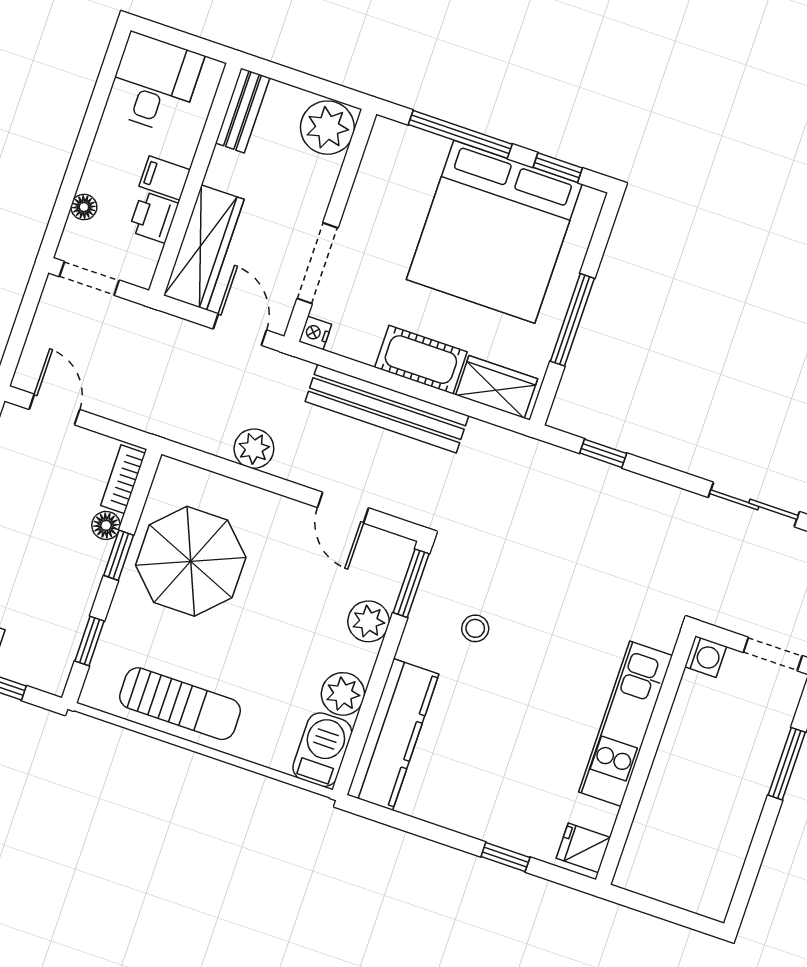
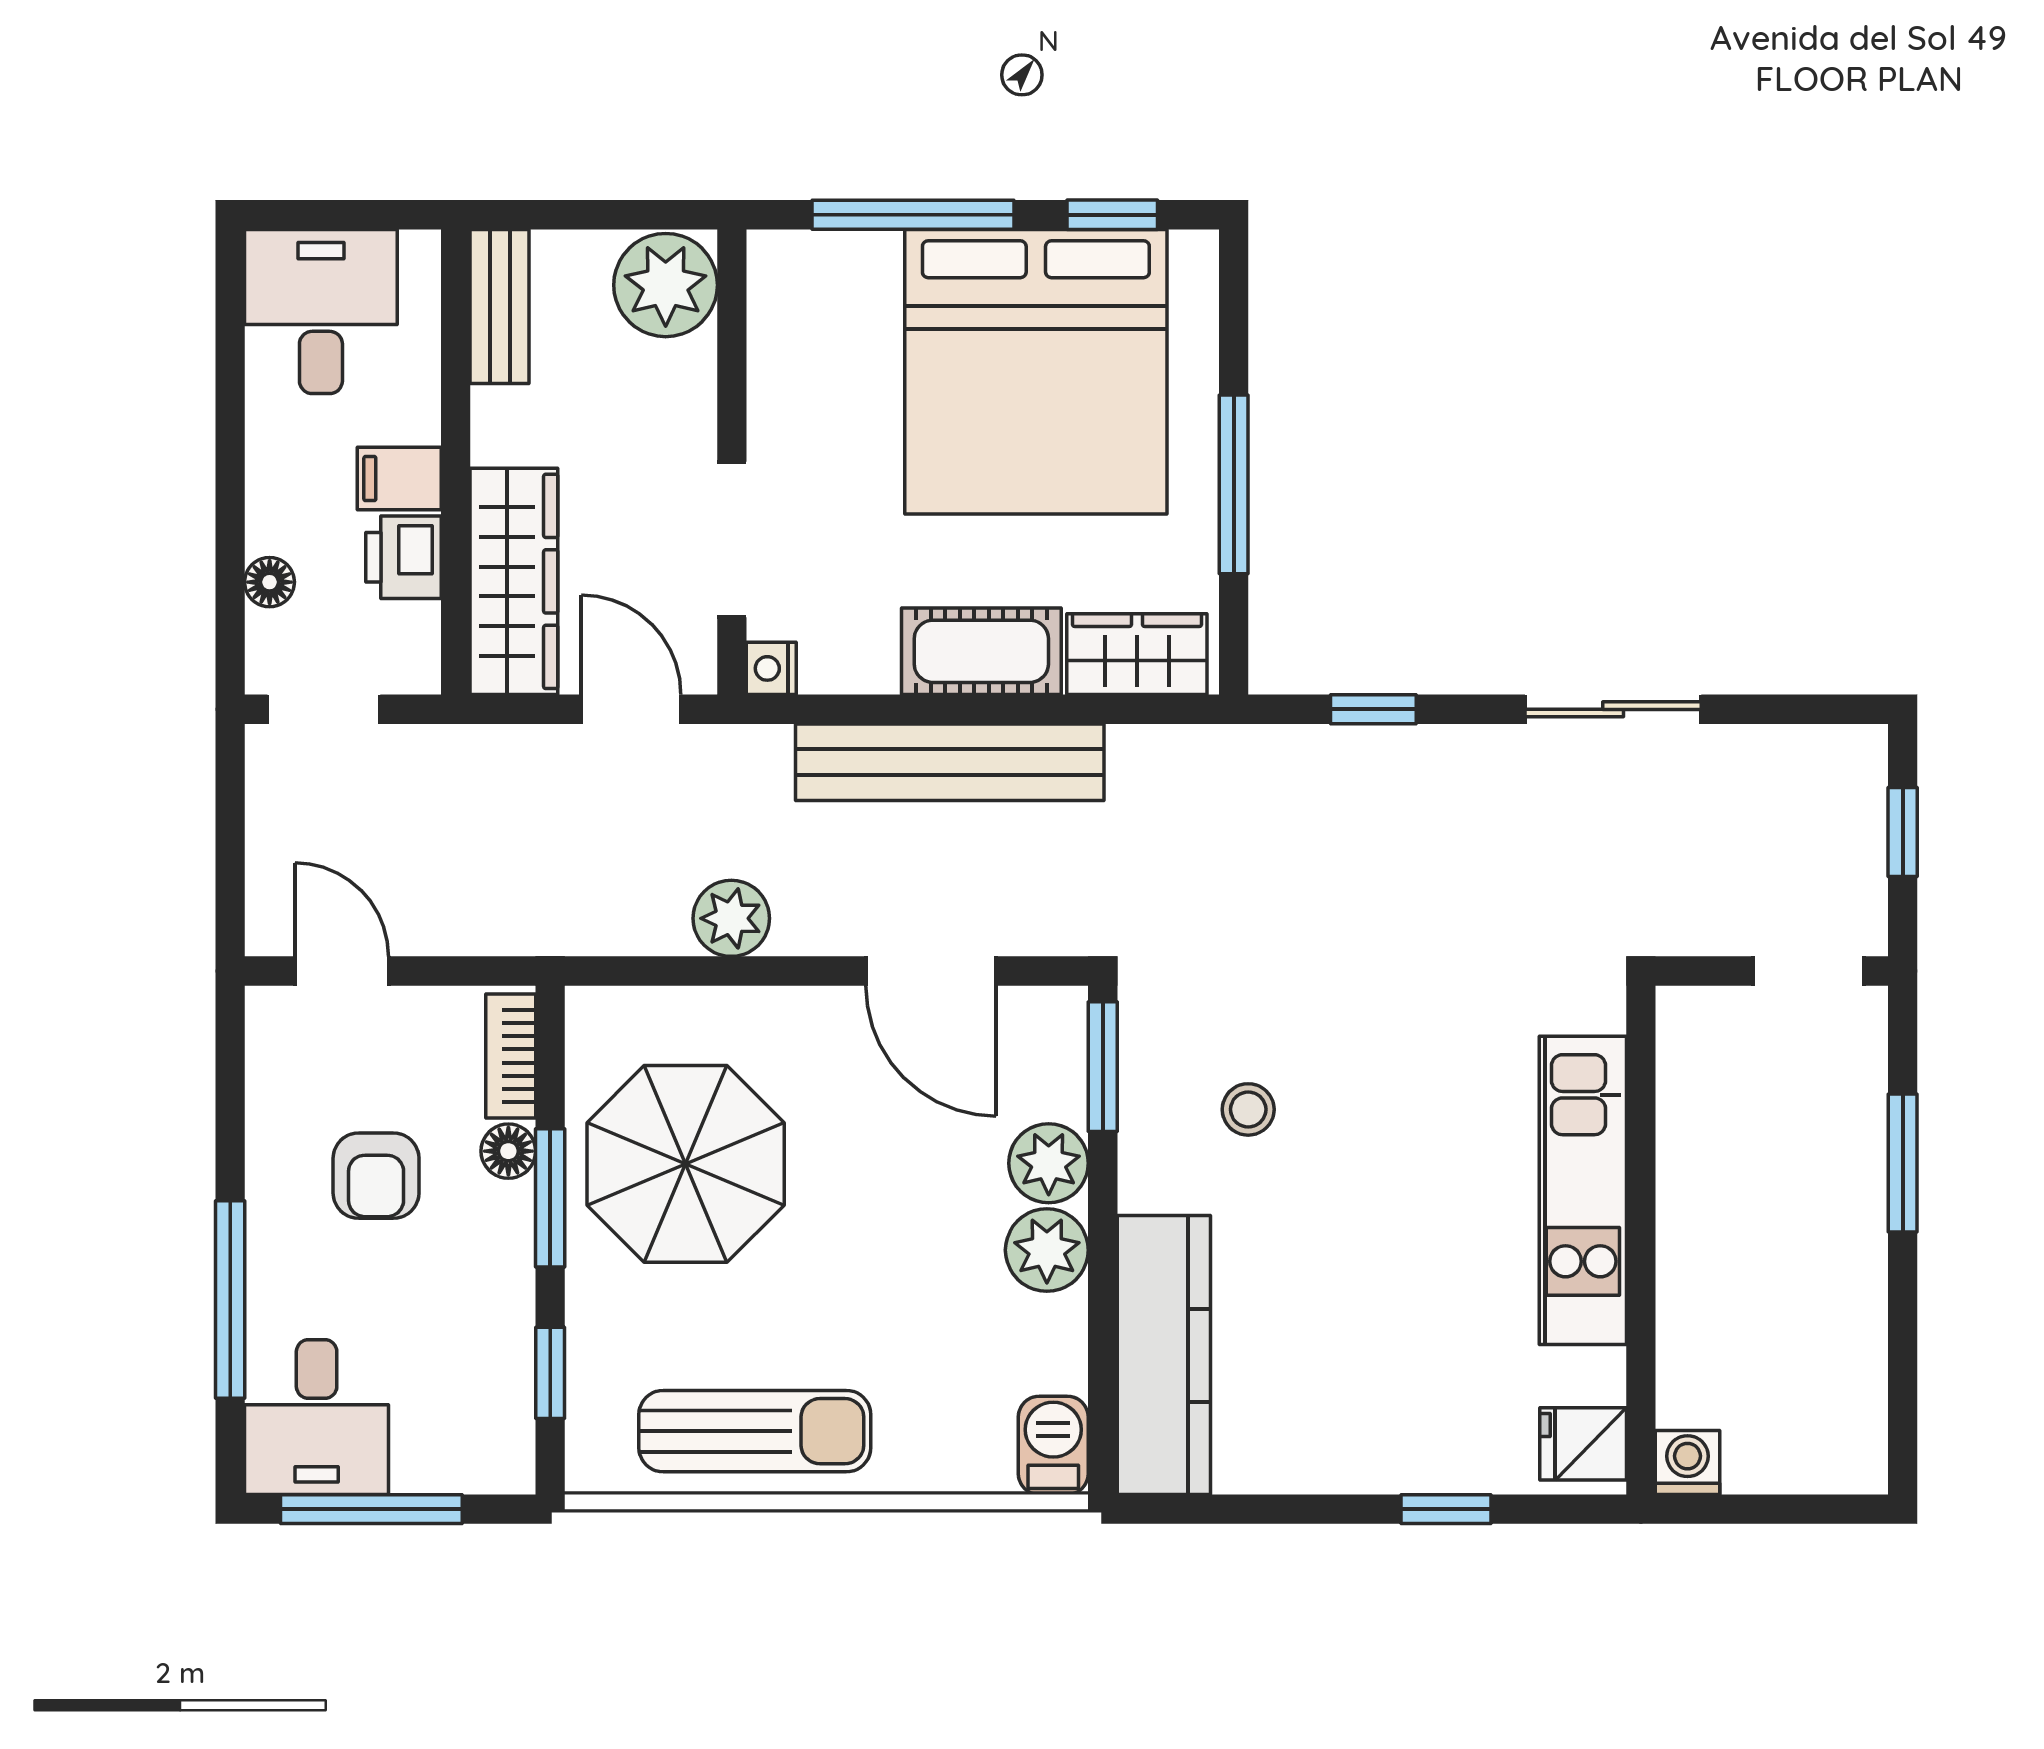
sliding door: (754, 505) -> (1613, 709), moved
door: (343, 508) -> (931, 971), width x1.38
armchair: (37, 515) -> (376, 1176), added
window: (119, 555) -> (550, 1198), width x1.50
washing machine: (706, 657) -> (1688, 1463), moved, turned -90
plant: (343, 694) -> (1047, 1250), moved
barbecue: (322, 750) -> (1053, 1445), width x0.73, depth x0.79

